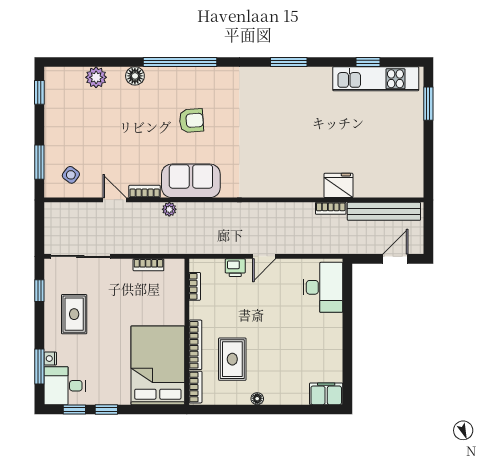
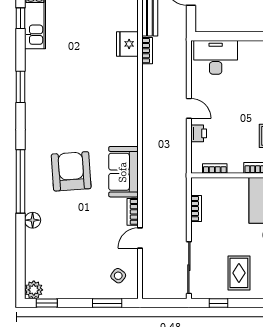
plant: (96, 77) -> (34, 290), moved
armchair: (191, 121) -> (71, 171), width x1.88, depth x1.88
plant: (169, 209) -> (148, 190), removed
rug: (74, 314) -> (239, 273), turned 90

